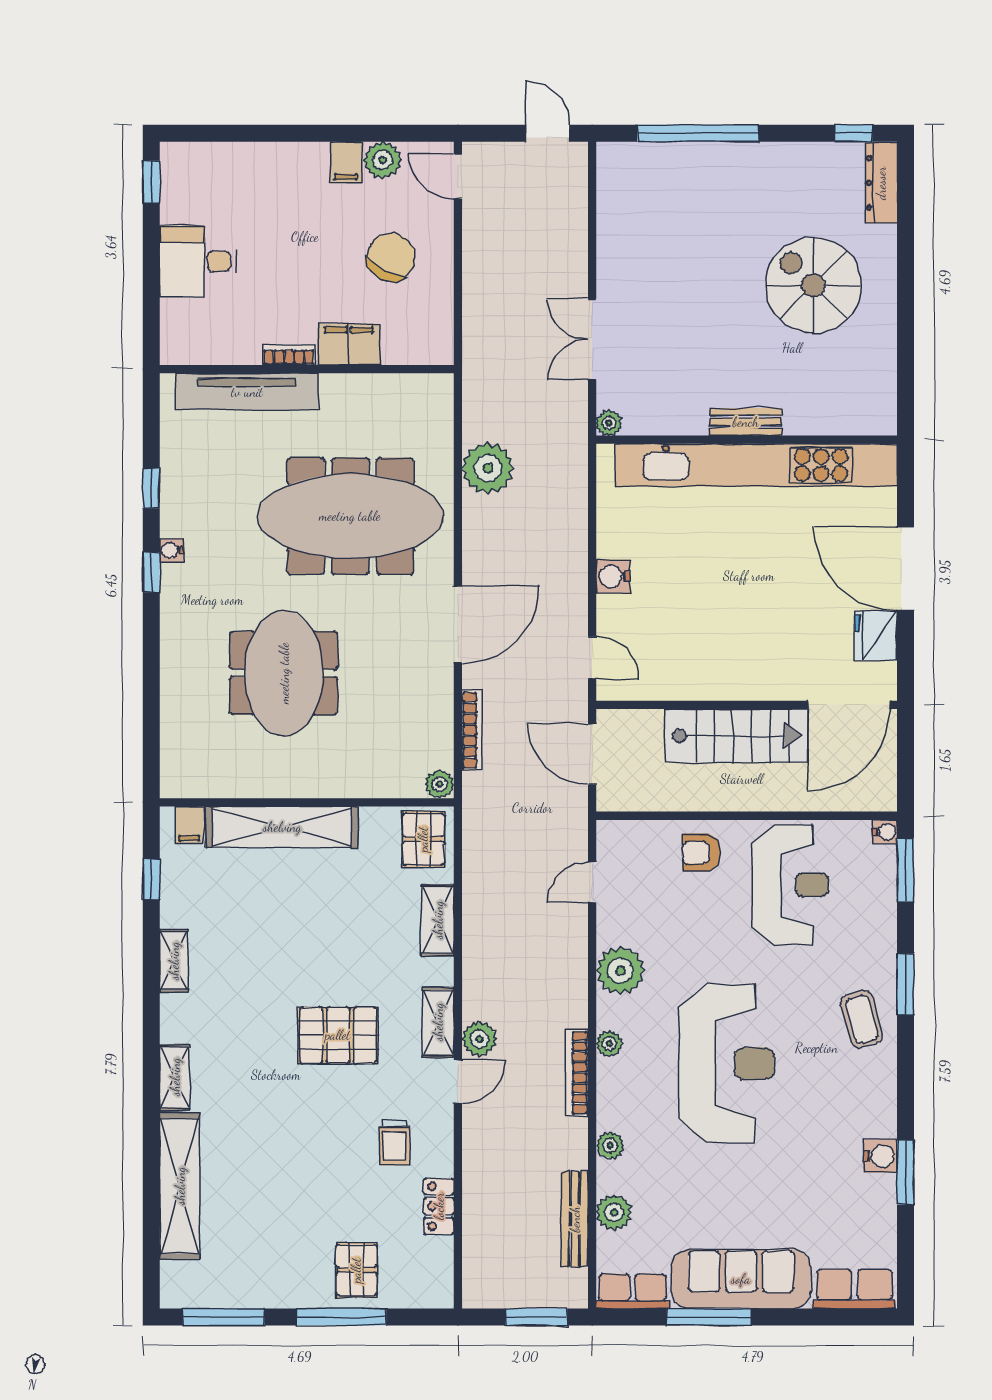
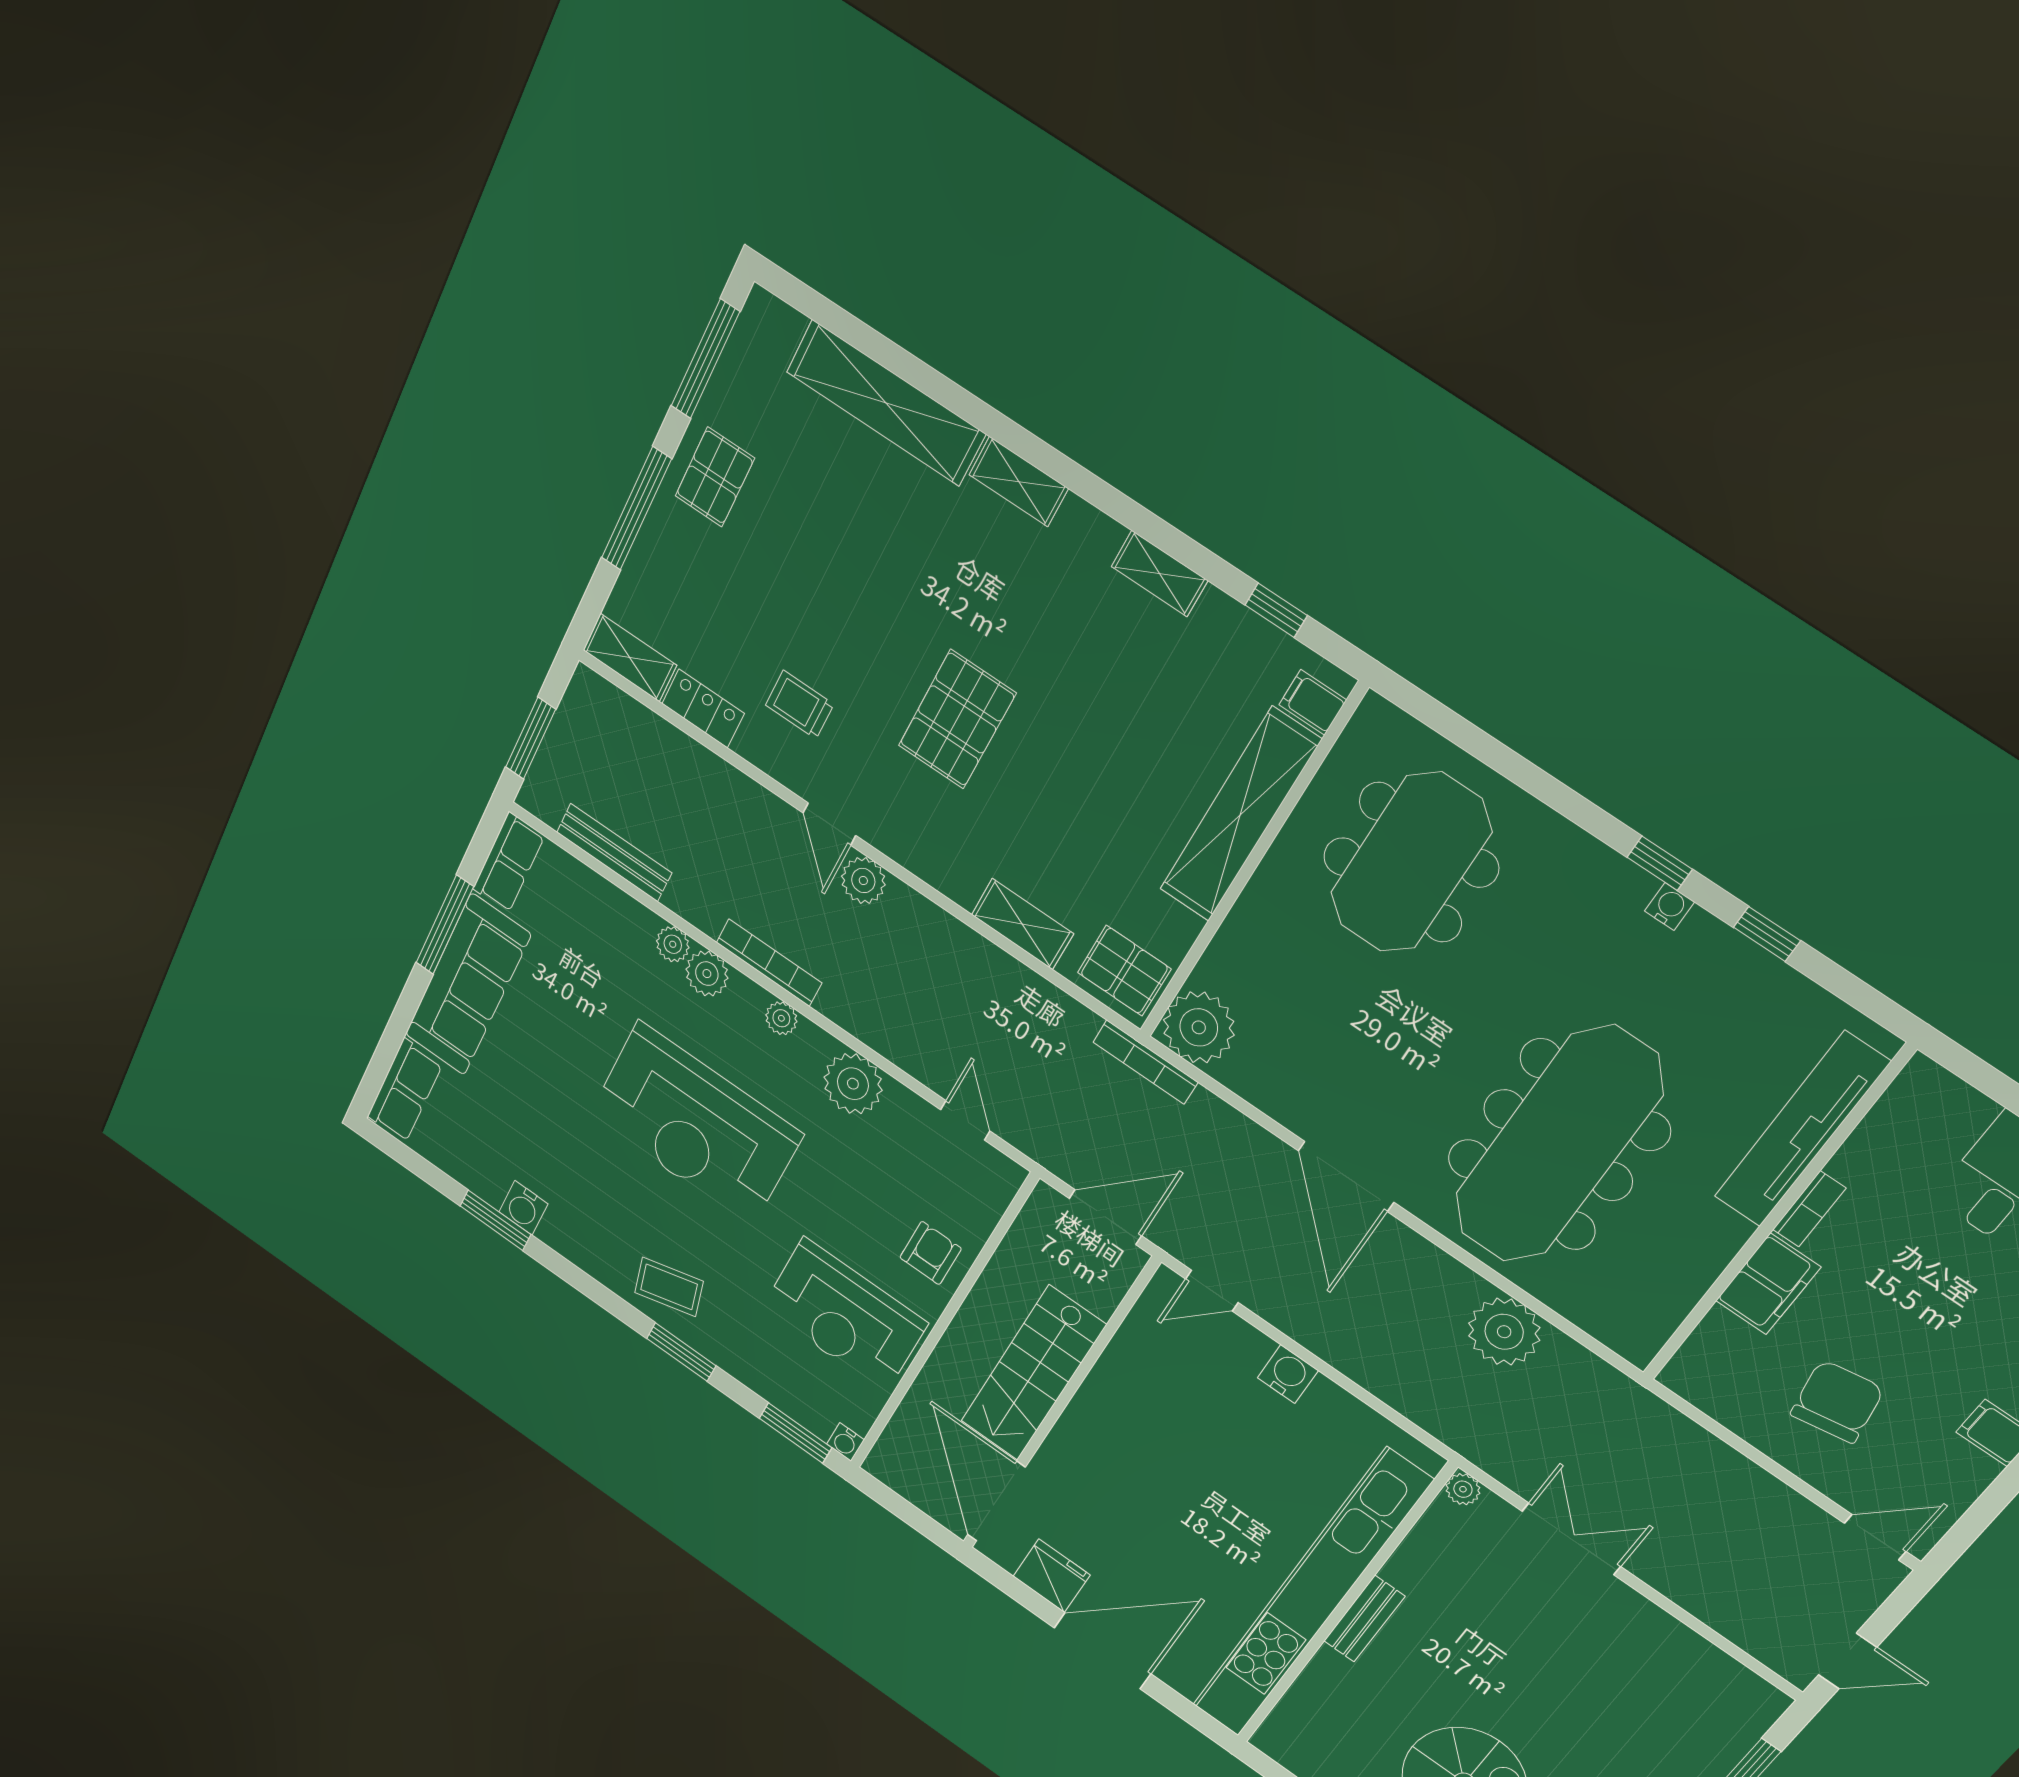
plant: (383, 160) -> (1964, 1474), removed
chair: (391, 257) -> (1837, 1402), turned -128
meeting table: (284, 673) -> (1411, 862), moved, turned 90
bookcase: (472, 730) -> (1145, 1062), moved
plant: (440, 784) -> (1199, 1027), width x1.87, depth x1.87
shelving: (438, 1022) -> (630, 658), moved
plant: (614, 1212) -> (707, 974), moved
pallet: (356, 1270) -> (715, 477), moved, turned 90

